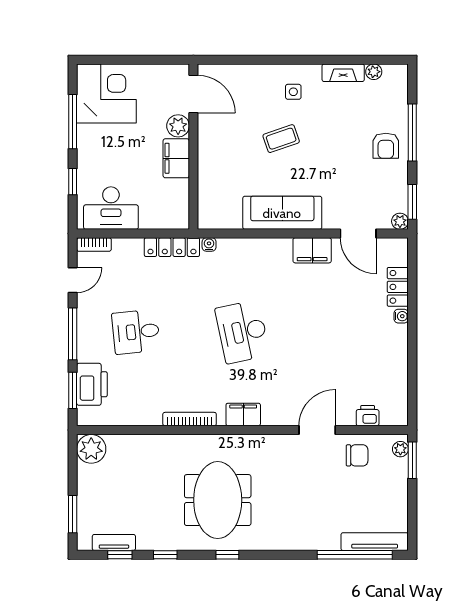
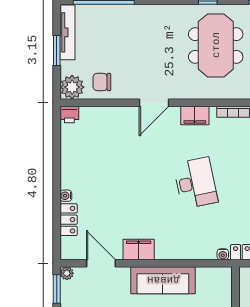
printer: (368, 416) -> (69, 114), moved
door: (317, 430) -> (154, 103), moved
plant: (400, 449) -> (72, 87), width x1.87, depth x1.87
window: (412, 460) -> (57, 50), moved
tv unit: (375, 542) -> (68, 32), moved, turned -90

